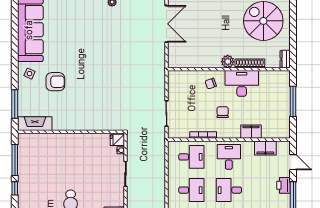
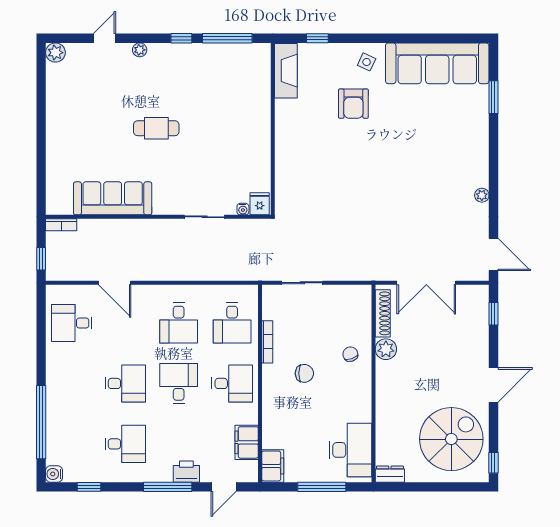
double door: (166, 24) -> (426, 283), moved
plant: (228, 62) -> (386, 349), moved
shoe rack: (250, 64) -> (383, 313), moved
desk: (242, 83) -> (351, 450), moved
window: (15, 104) -> (317, 38), width x0.46
filing cabinet: (251, 132) -> (273, 466), moved

